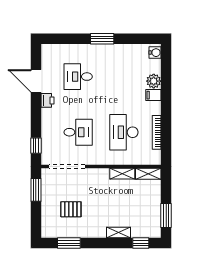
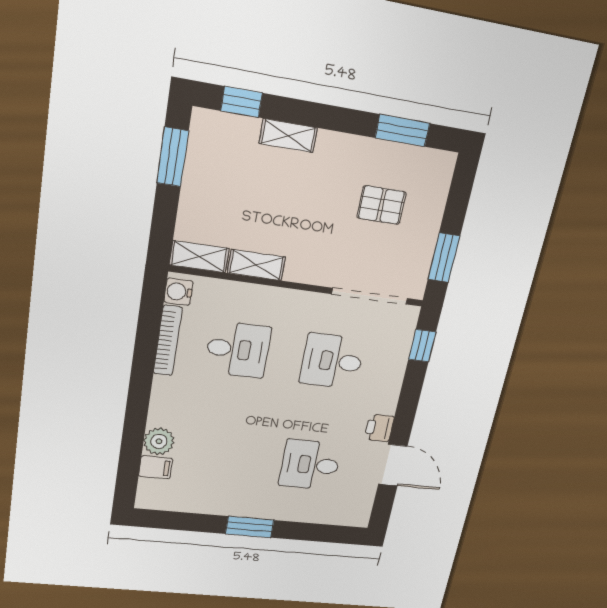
water cooler: (155, 53) -> (179, 292), moved
desk: (78, 77) -> (310, 465), turned 180
filing cabinet: (153, 95) -> (156, 467), moved
desk: (124, 132) -> (238, 350), width x0.73

